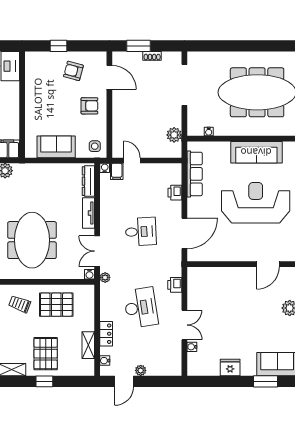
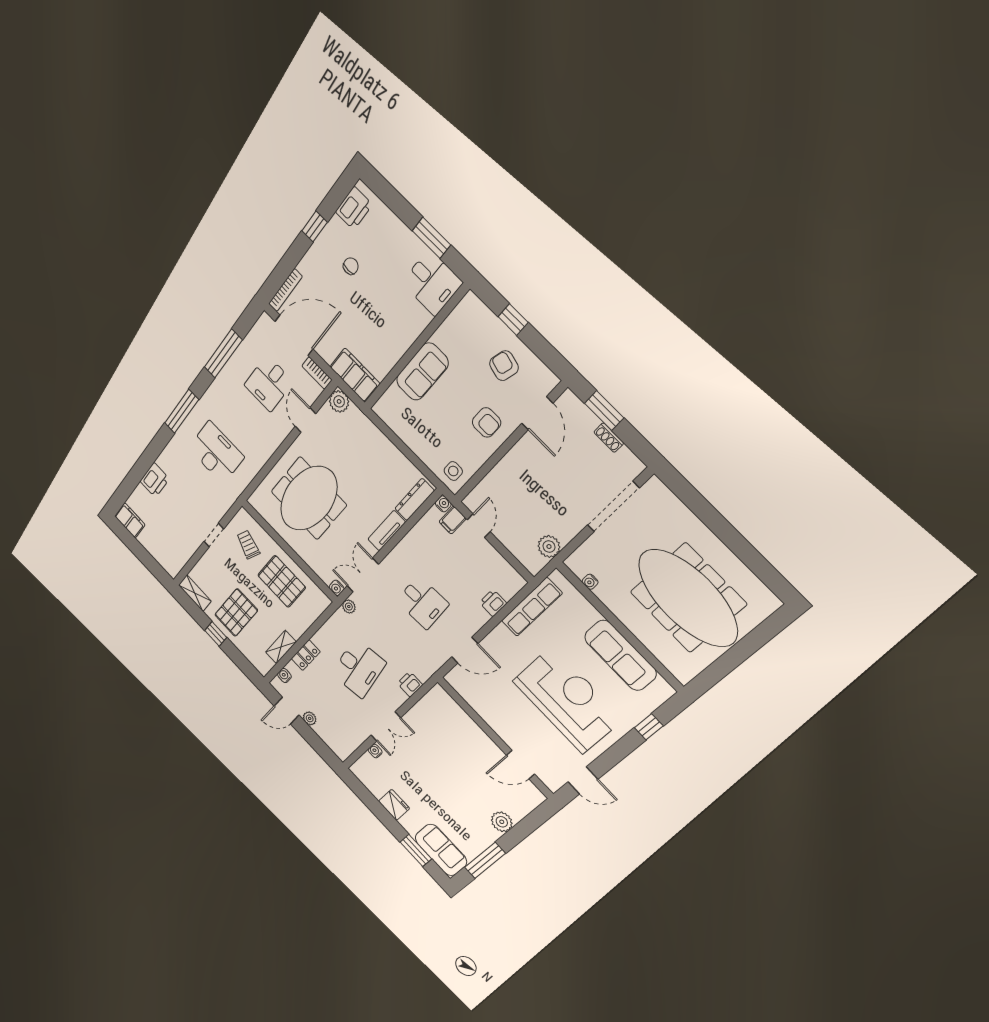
sofa: (56, 147) -> (422, 372), moved, turned 90
door: (184, 233) -> (465, 650), width x0.73

